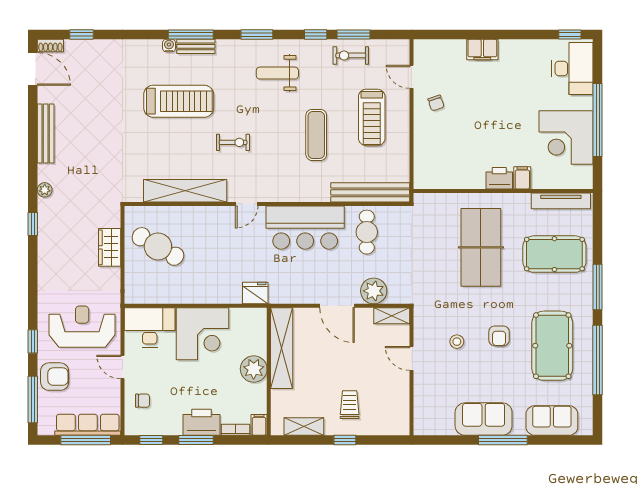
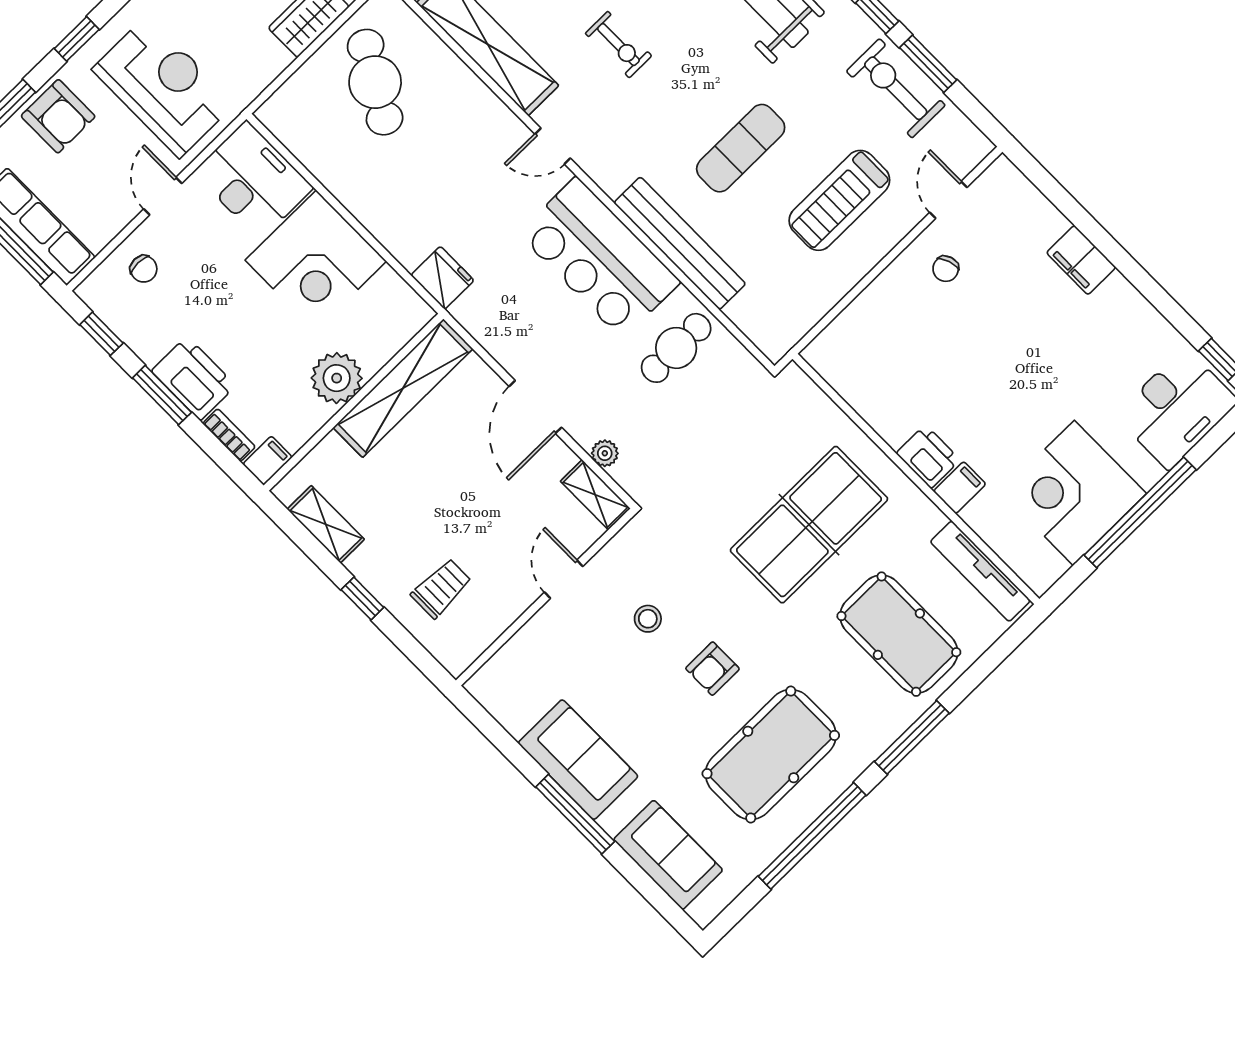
exercise bike: (351, 55) -> (896, 88), width x1.38, depth x1.39
bench: (370, 192) -> (680, 243), moved
plant: (374, 291) -> (605, 453), width x0.53, depth x0.53
trolley: (350, 405) -> (441, 588), moved

